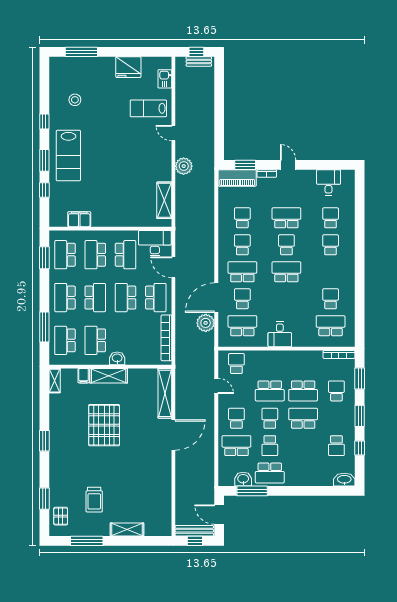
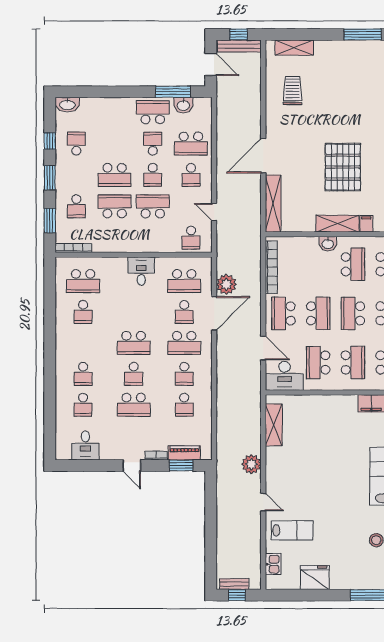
piano: (237, 178) -> (184, 453), width x0.73, depth x0.75
trolley: (94, 500) -> (292, 91), moved
shelving: (127, 529) -> (294, 48), moved

